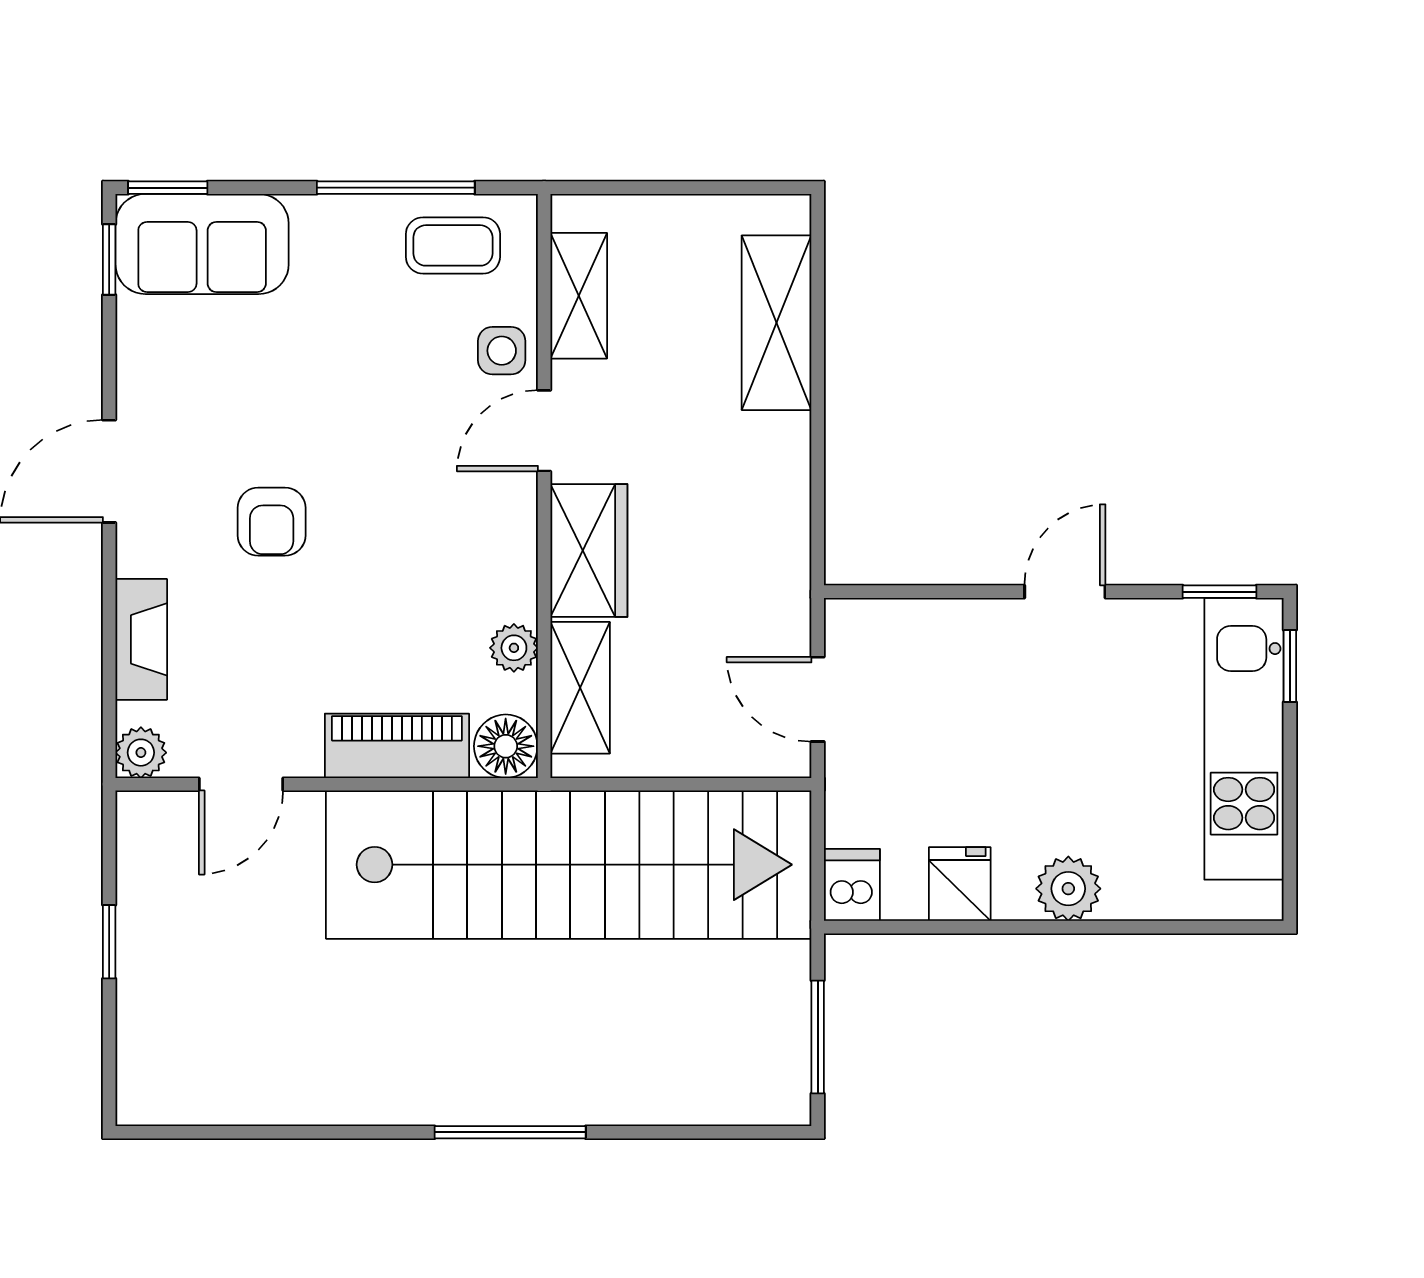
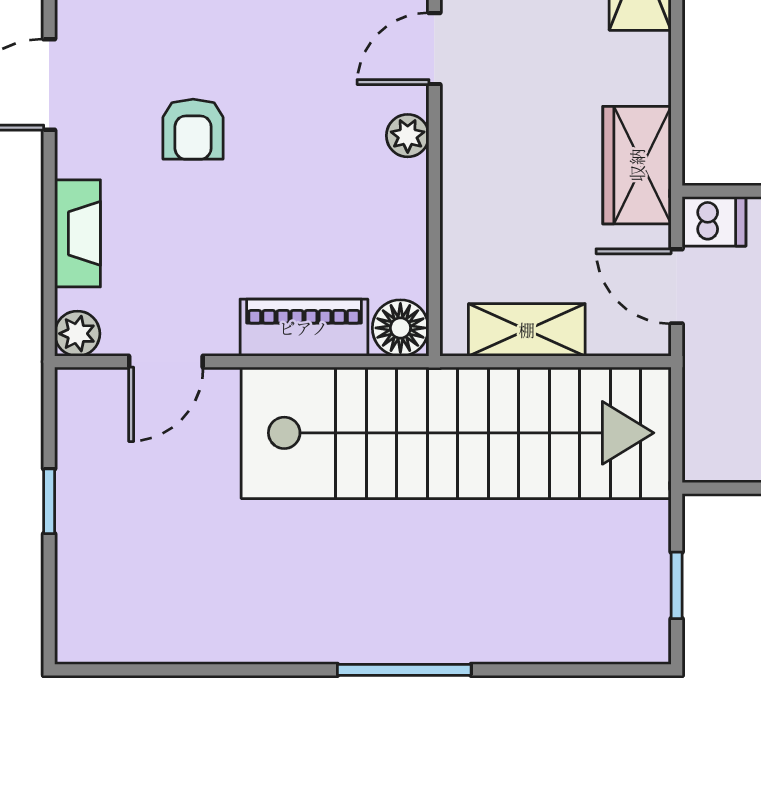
wardrobe: (589, 550) -> (637, 165), moved, turned 180
plant: (514, 648) -> (408, 136), moved
shelving: (580, 688) -> (527, 330), moved, turned 90
dishwasher: (852, 885) -> (714, 221), moved, turned 90
window: (818, 1037) -> (677, 585), width x0.67

